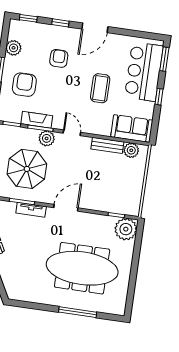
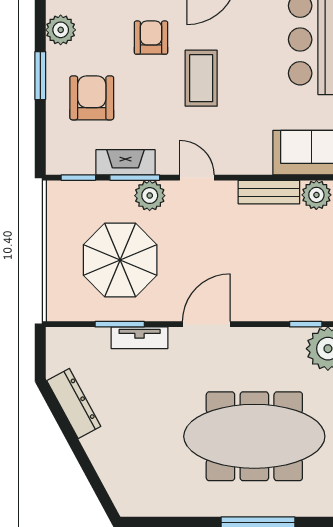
coffee table: (100, 88) -> (201, 78), moved

